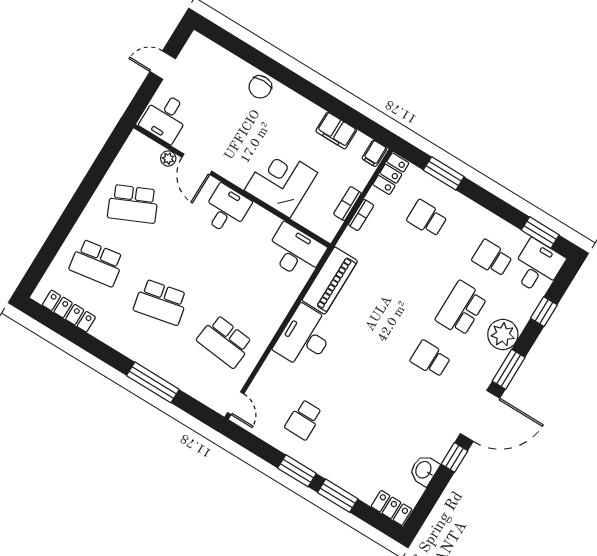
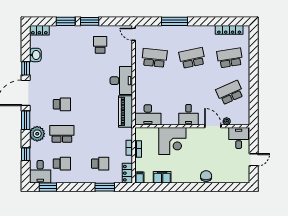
school desk: (461, 309) -> (62, 134), turned -90

